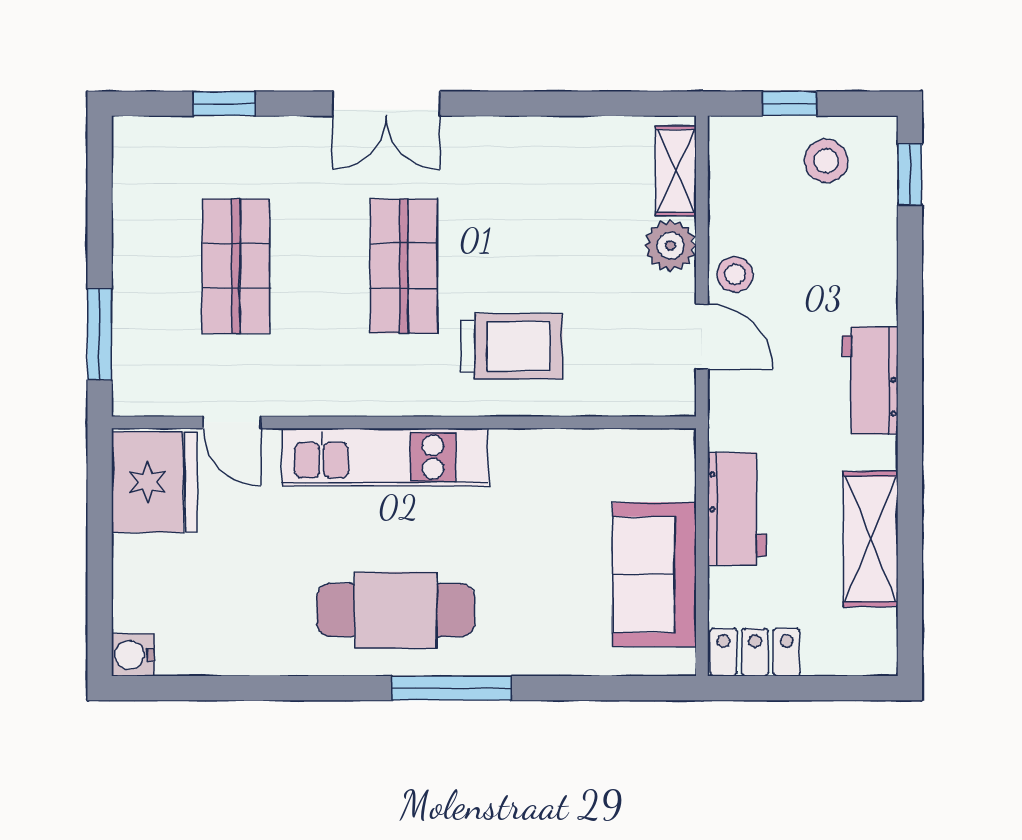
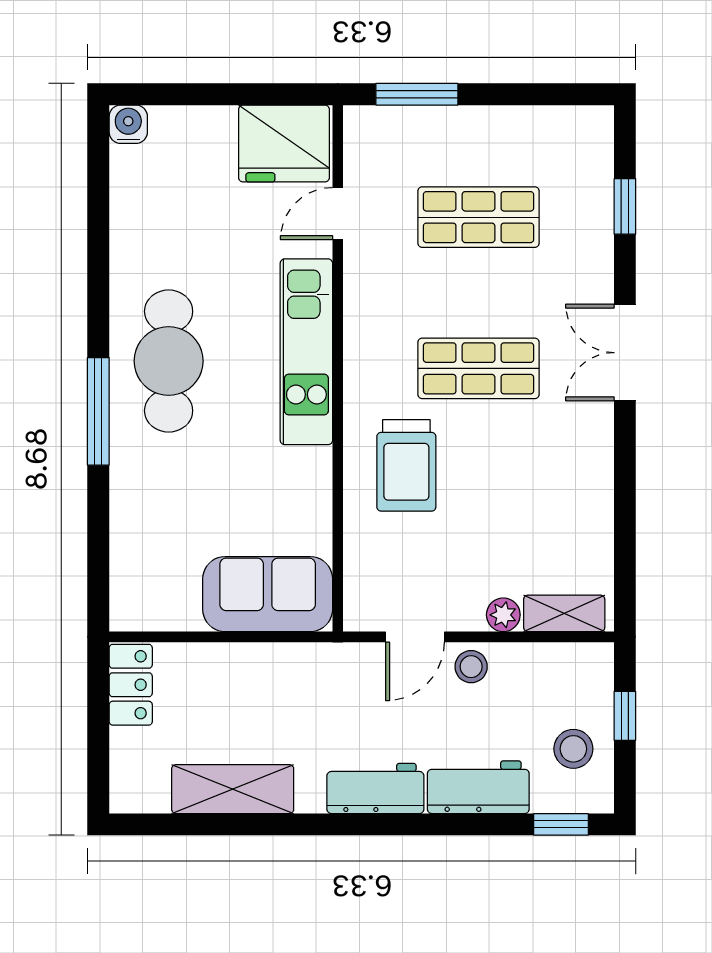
plant: (670, 246) -> (503, 615), width x0.73, depth x0.73
workbench: (737, 509) -> (478, 787), moved, turned 180
sofa: (654, 575) -> (268, 594), moved

